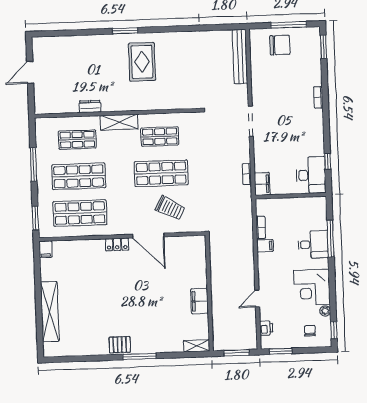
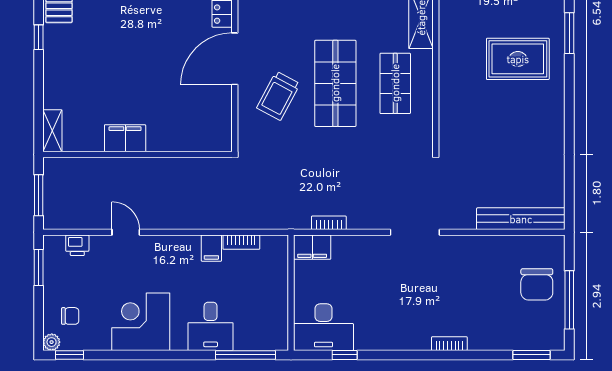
window: (330, 239) -> (245, 355), moved
plant: (325, 311) -> (52, 342), moved
window: (140, 356) -> (39, 37), width x0.46

